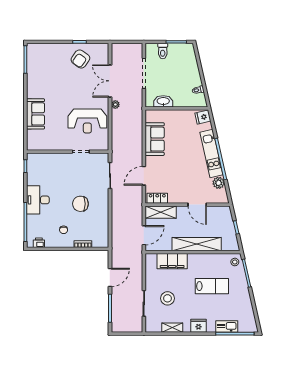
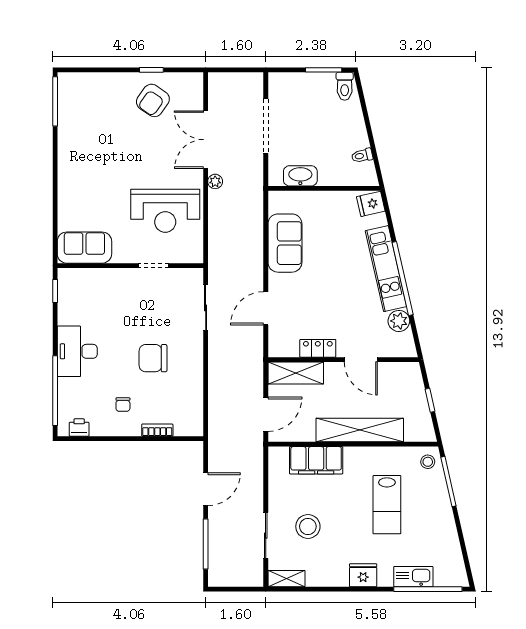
toilet: (163, 51) -> (345, 86), moved
sofa: (36, 114) -> (84, 248), moved, turned -90
locker: (157, 198) -> (318, 348), moved
lab bench: (212, 286) -> (387, 505), turned 90
shelving: (172, 328) -> (286, 579), moved

